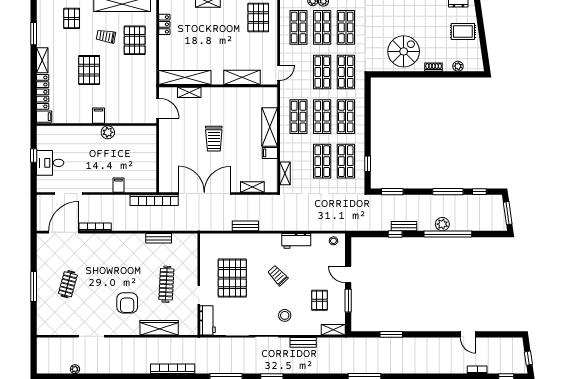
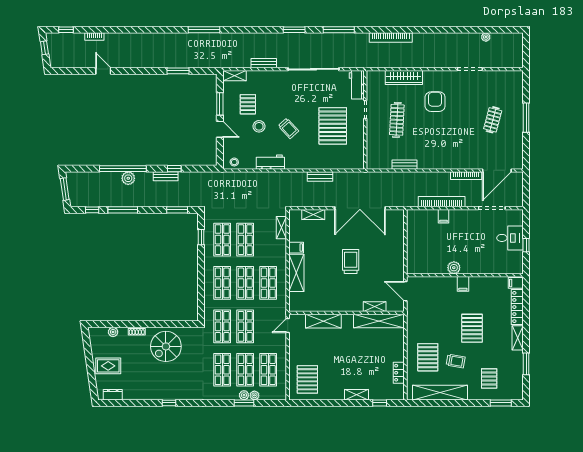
bookcase: (154, 200) -> (442, 202), moved
stool: (285, 315) -> (259, 126), moved

